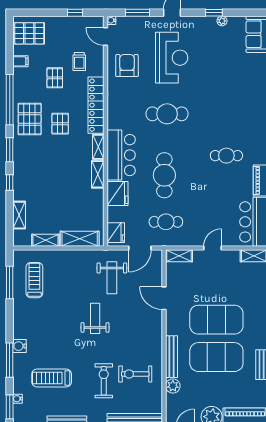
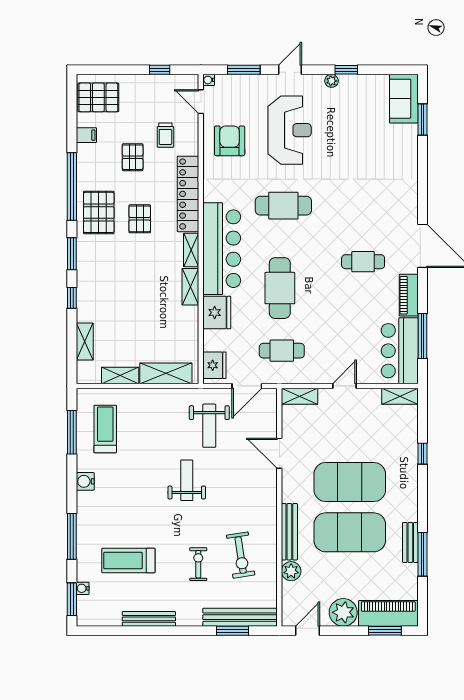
plant: (222, 21) -> (331, 81), moved
bar counter: (121, 155) -> (222, 249), width x1.36
water cooler: (20, 346) -> (85, 481), moved
exercise bike: (135, 374) -> (241, 555), turned -99
exercise bike: (104, 381) -> (198, 564), width x0.73, depth x0.72

